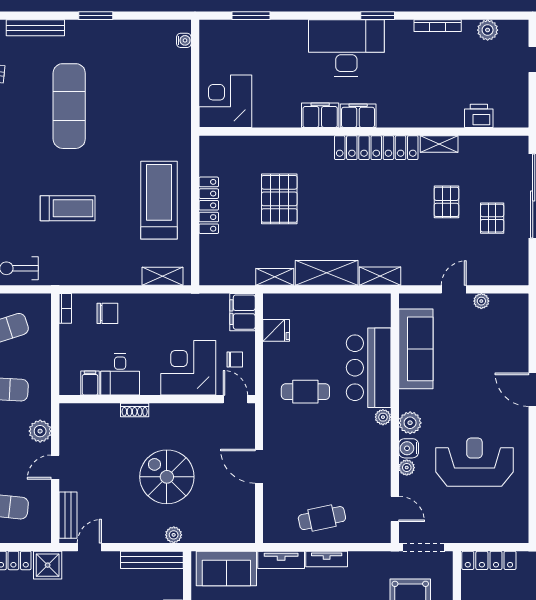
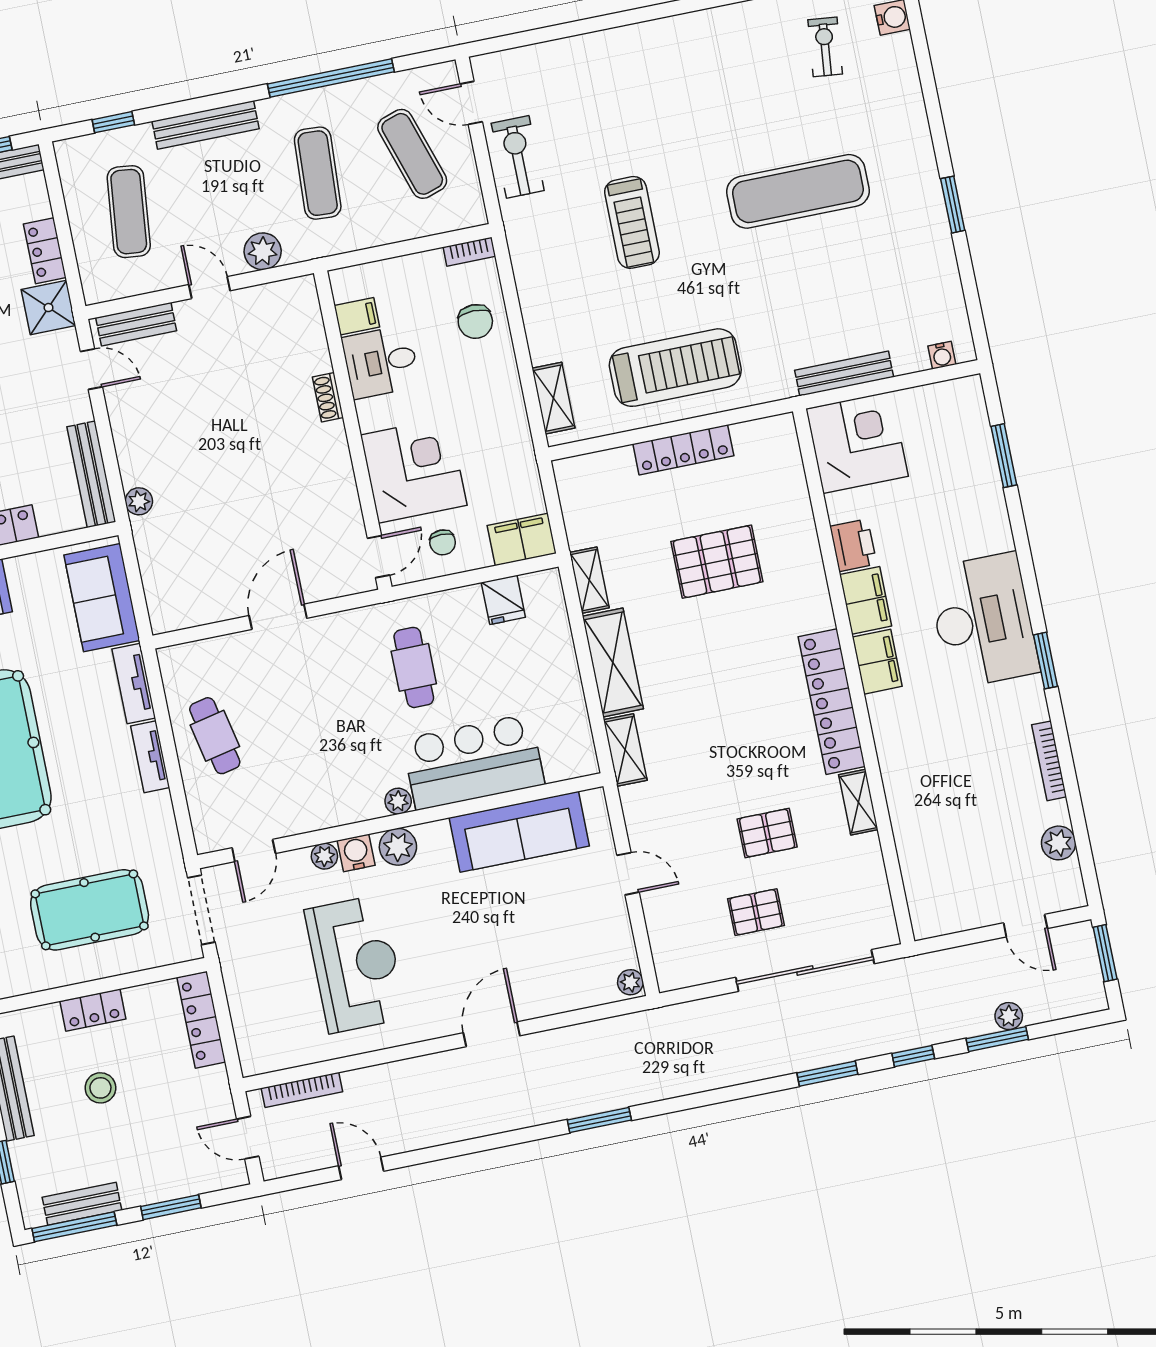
bench: (35, 28) -> (844, 374), moved, turned 90
printer: (479, 116) -> (853, 545), moved
plant: (481, 301) -> (630, 982), moved
spiral stairs: (167, 477) -> (230, 471), removed

